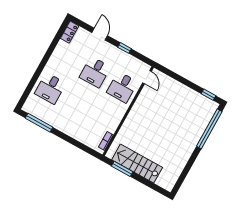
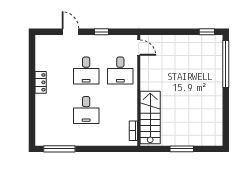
locker: (70, 32) -> (41, 82), moved
desk: (50, 88) -> (86, 110), moved
stairs: (137, 164) -> (150, 118), moved, turned 90
window: (122, 169) -> (182, 149), moved

